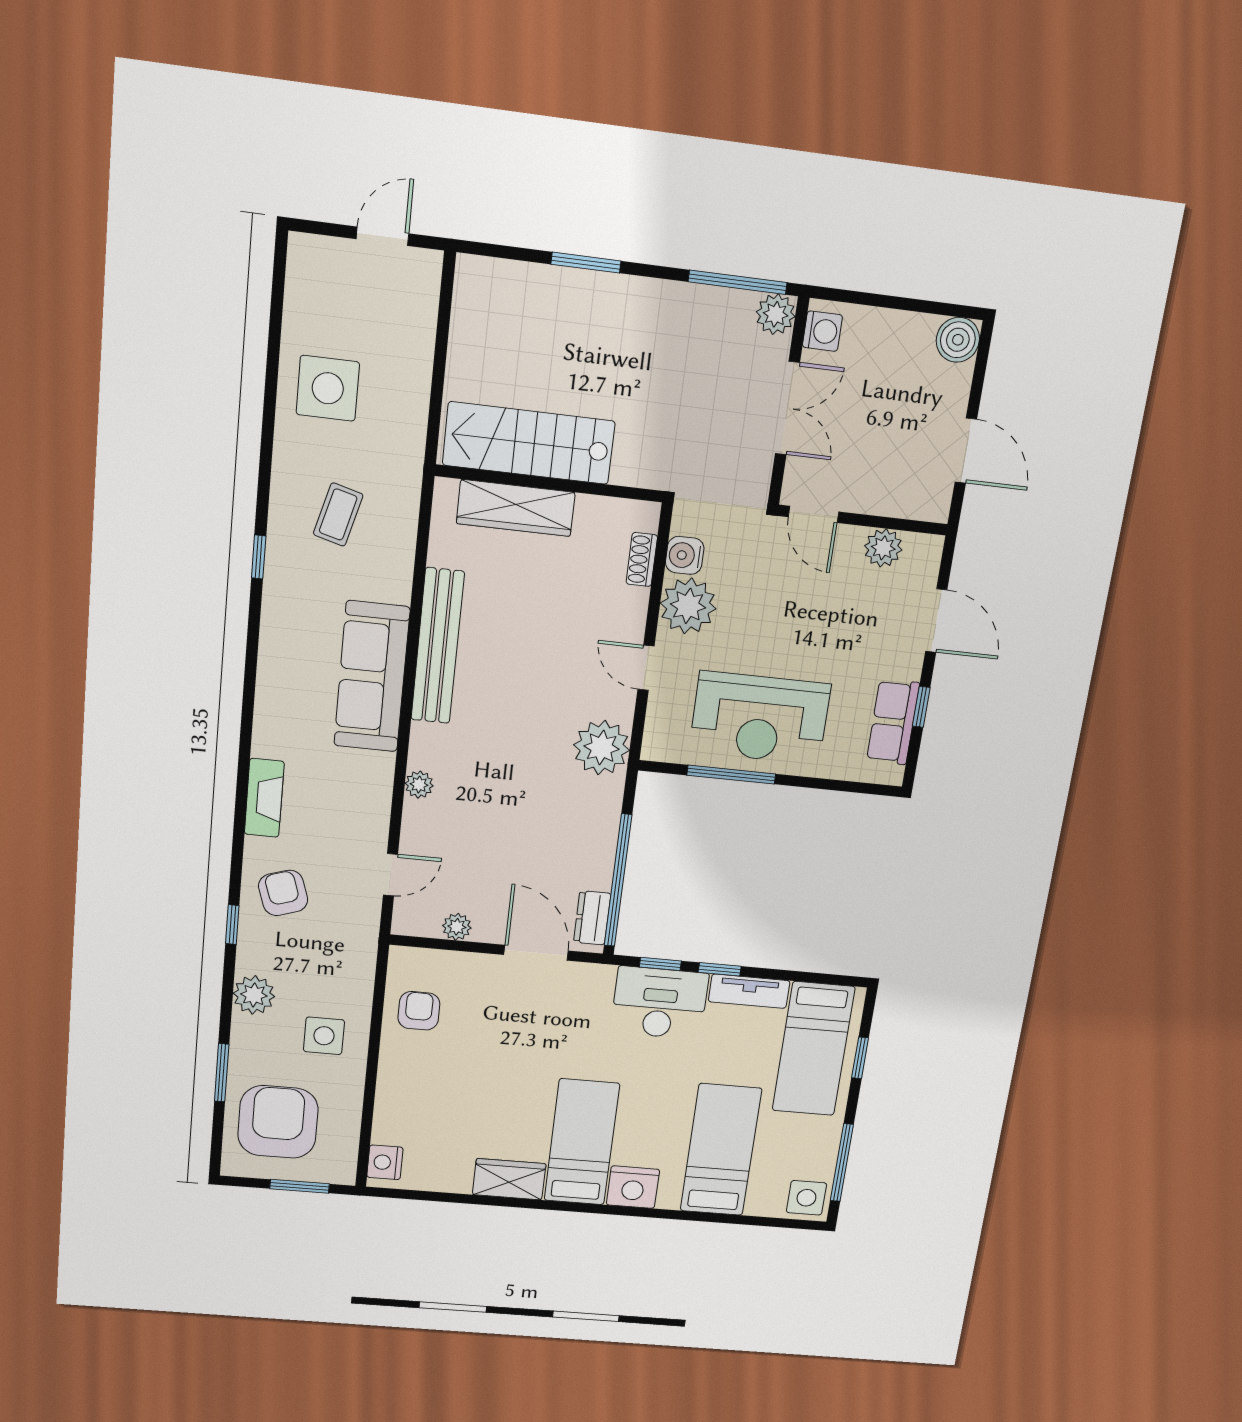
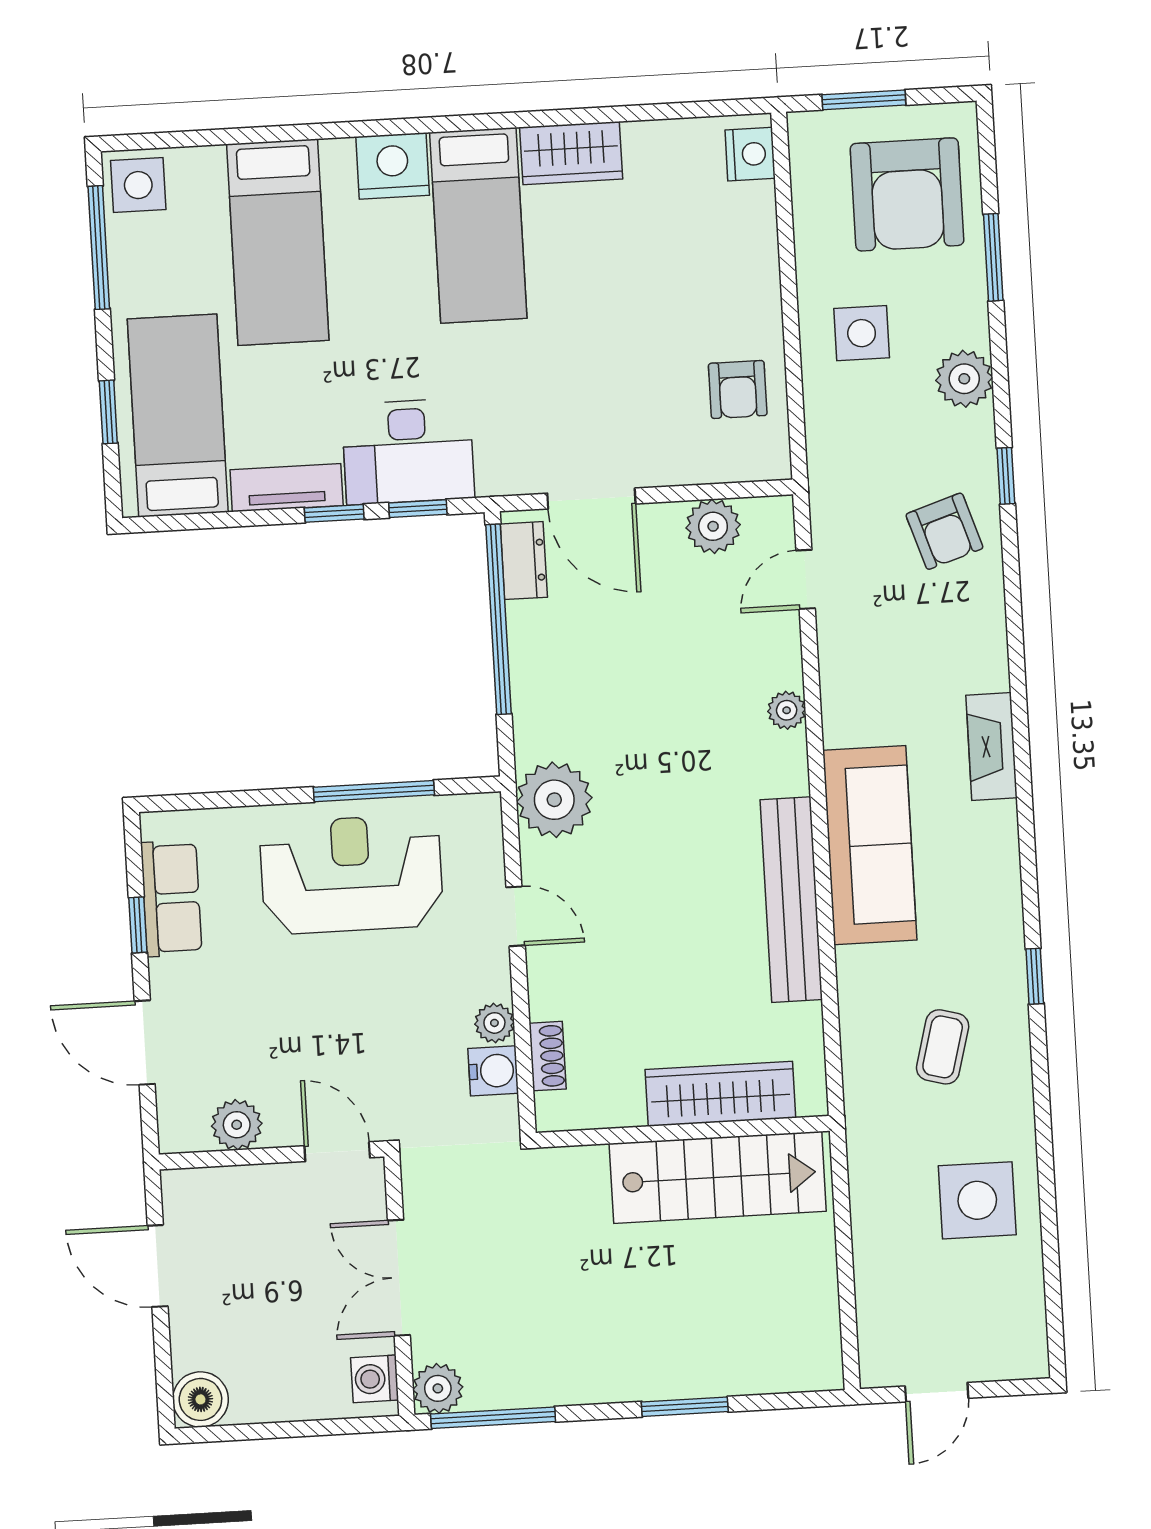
plant: (688, 606) -> (494, 1023), width x0.53, depth x0.53
fireplace: (264, 798) -> (991, 746), moved
plant: (457, 927) -> (713, 526), width x1.38, depth x1.38

